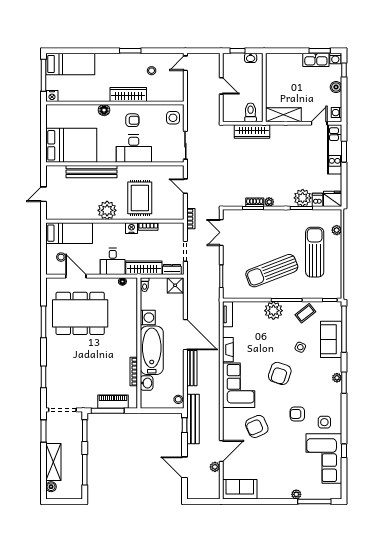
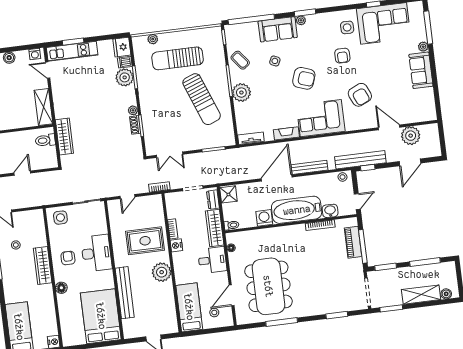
sofa: (331, 339) -> (278, 29), moved
door: (152, 411) -> (357, 202), added
plant: (215, 467) -> (411, 136), width x1.87, depth x1.87
sofa: (240, 489) -> (421, 70), moved

